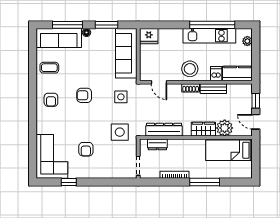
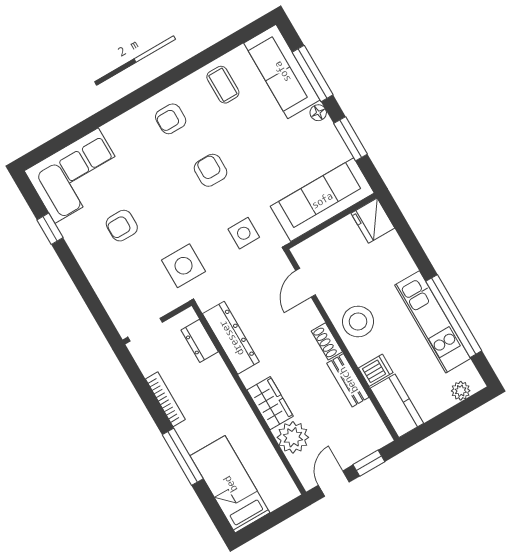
bed: (229, 150) -> (230, 484), moved

